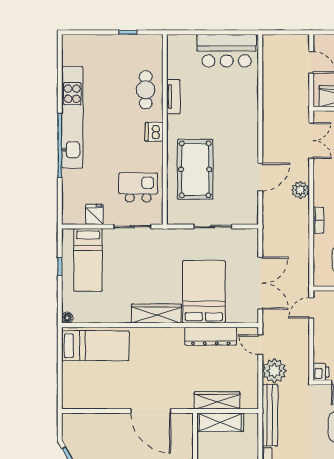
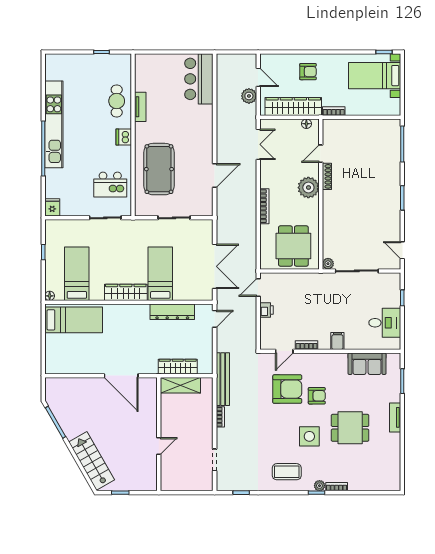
bar counter: (227, 51) -> (199, 79), moved, turned 90
kitchen island: (138, 187) -> (110, 185), turned 180
plant: (300, 190) -> (249, 96), moved
fridge: (94, 214) -> (52, 207), moved
bookcase: (318, 220) -> (264, 206), width x1.56
bed: (88, 260) -> (77, 274), moved, turned 180
bed: (204, 292) -> (160, 274), width x0.67
door: (260, 345) -> (215, 319), swing flipped
plant: (274, 371) -> (227, 341), removed
printer: (321, 372) -> (266, 310), moved

